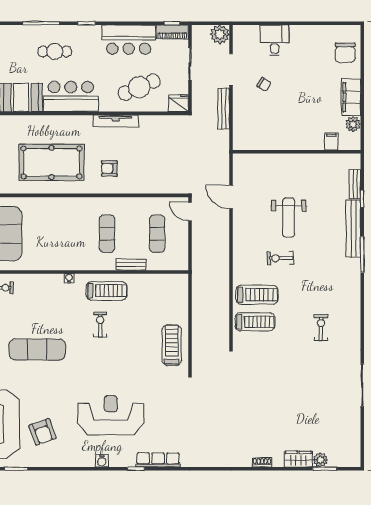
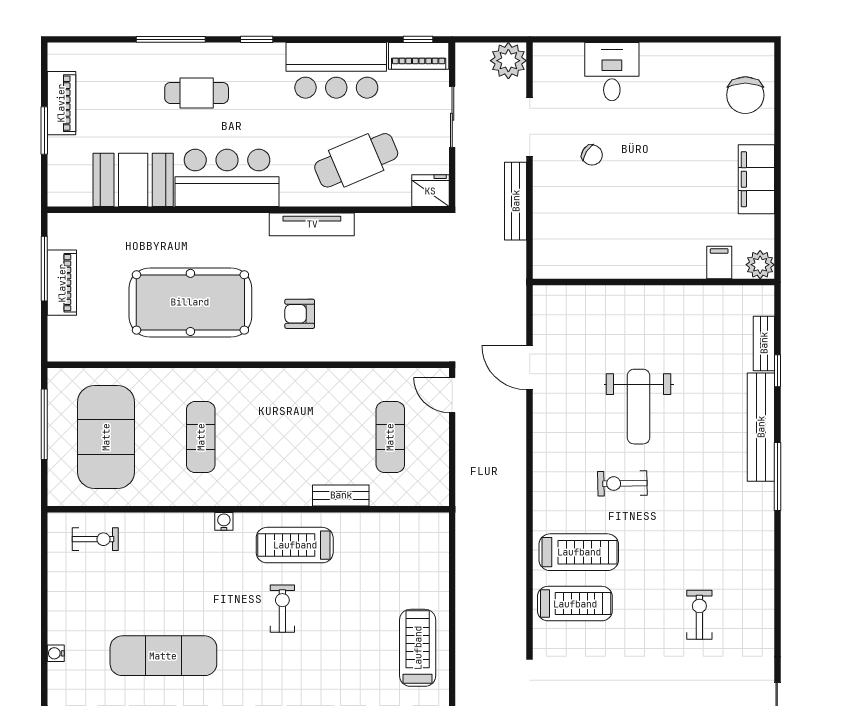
plant: (353, 124) -> (760, 265), moved
exercise mat: (107, 234) -> (201, 437), moved
treadmill: (107, 291) -> (295, 545), turned 180

